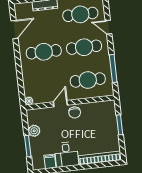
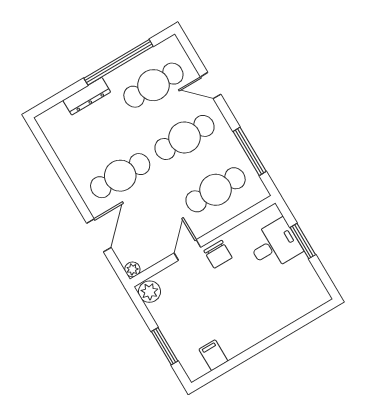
door: (14, 30) -> (99, 235), moved
plant: (34, 131) -> (149, 292), moved
desk: (66, 154) -> (275, 245), moved, turned -90
bookcase: (100, 158) -> (295, 312), removed

